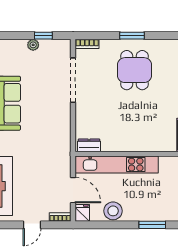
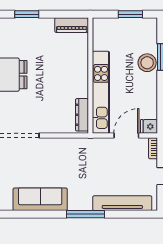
dresser: (89, 145) -> (82, 115), width x1.44
stool: (113, 211) -> (147, 63), moved

